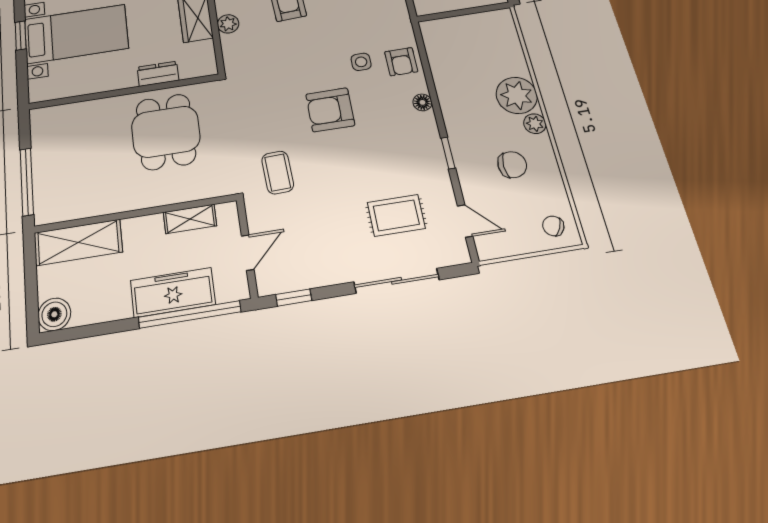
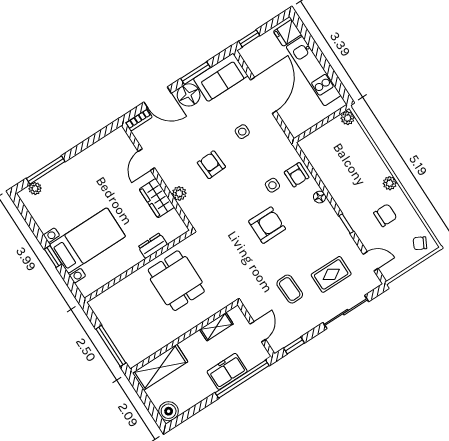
plant: (517, 95) -> (348, 118), moved, width x0.53, depth x0.53
armchair: (330, 110) -> (267, 225), turned 180
coffee table: (278, 172) -> (290, 289), moved
freezer: (173, 292) -> (227, 371), width x0.71

